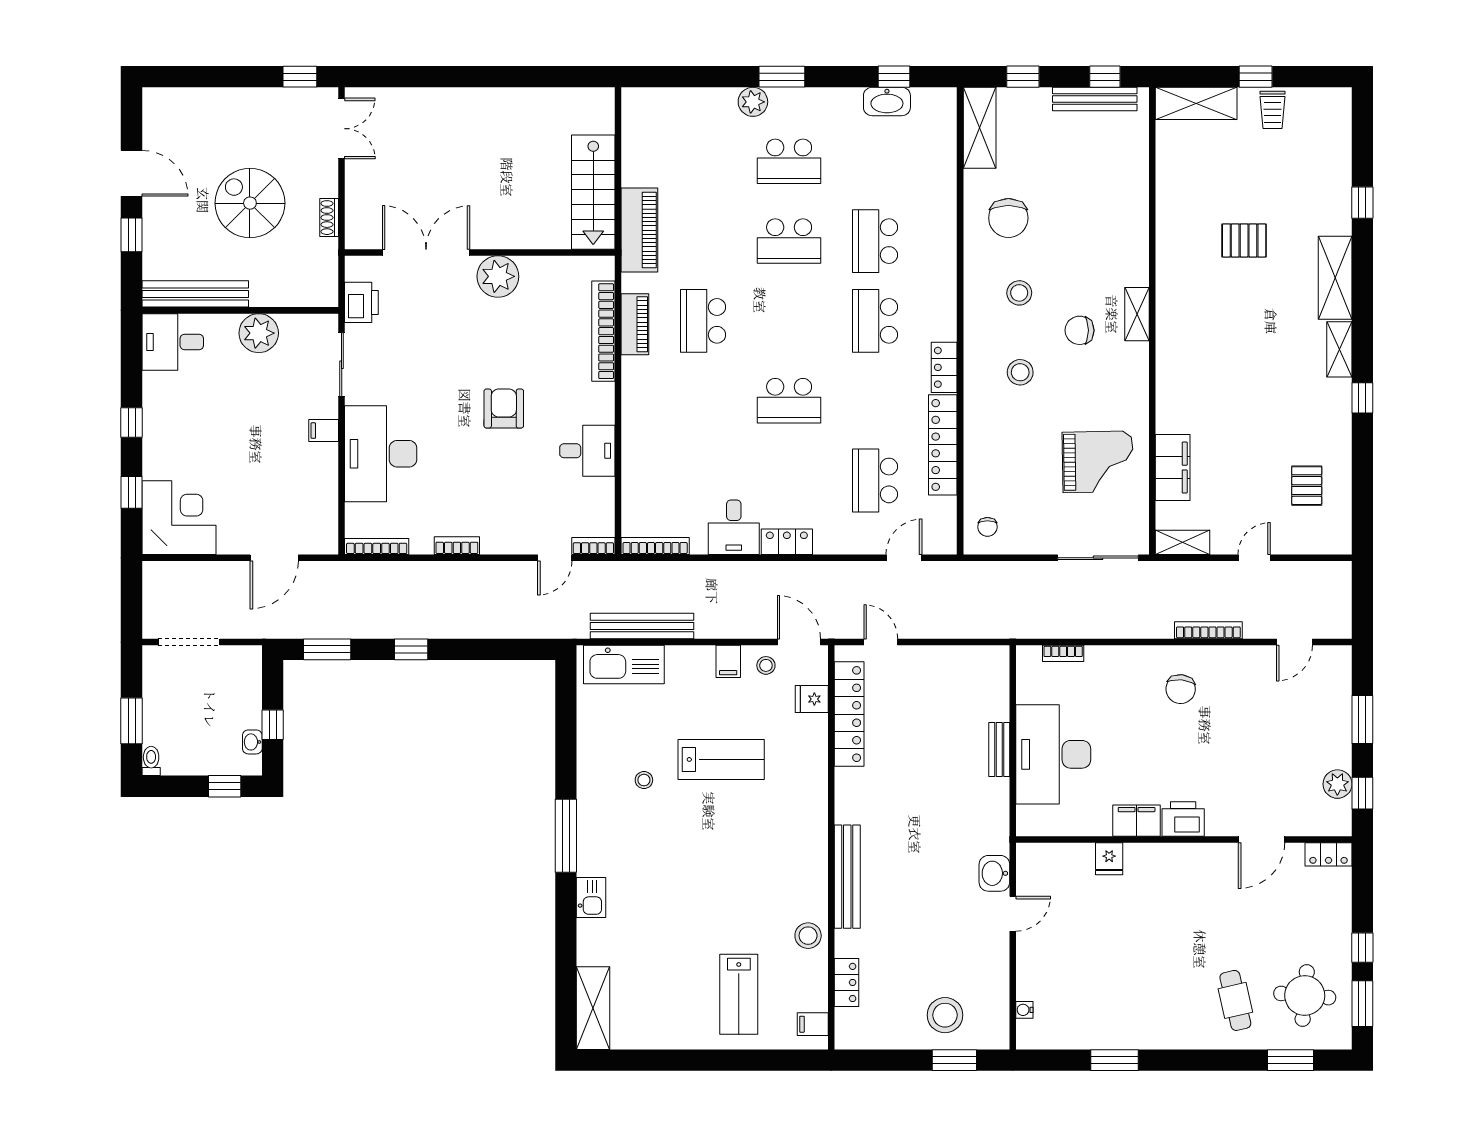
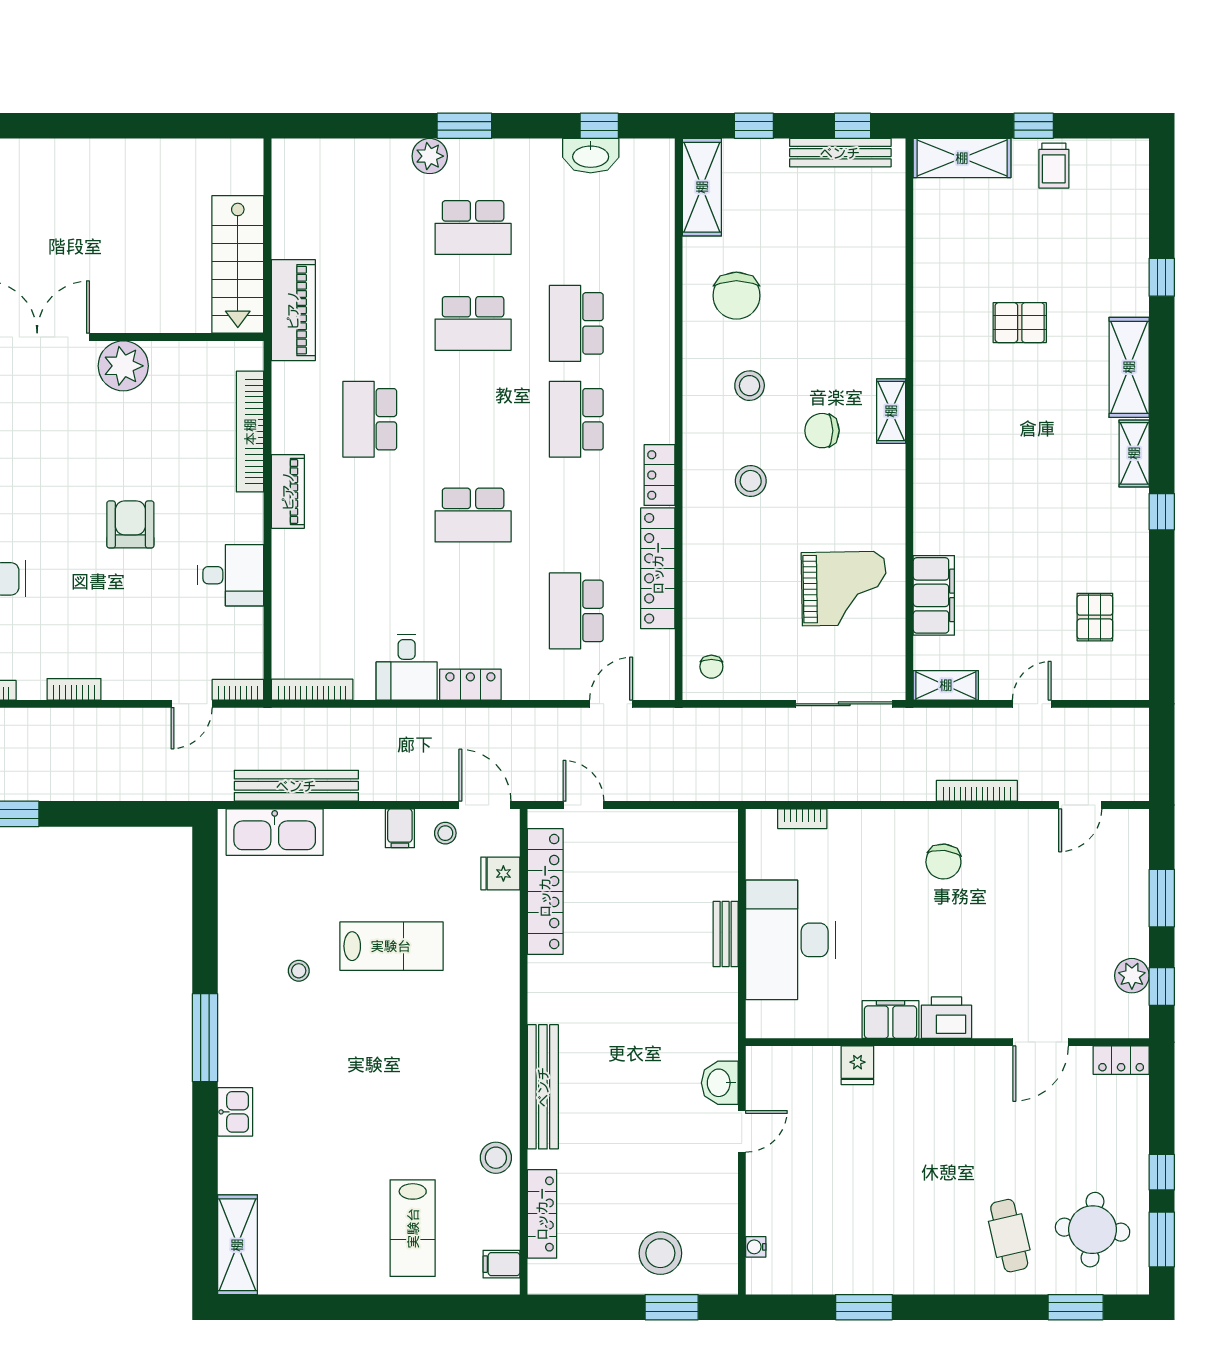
piano: (635, 324) -> (288, 491), moved
locker: (847, 982) -> (542, 1214), width x1.53

